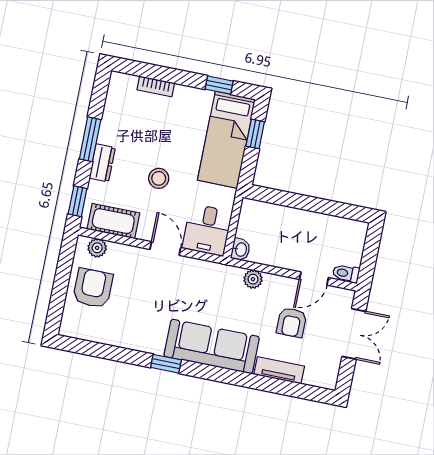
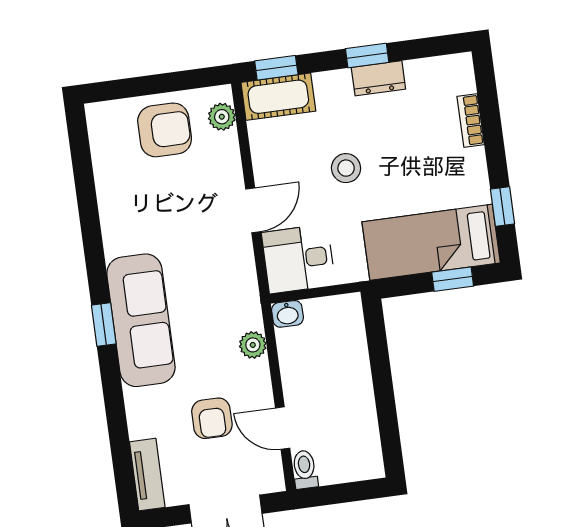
window: (90, 139) -> (367, 56), width x0.67
dresser: (102, 163) -> (378, 78), moved
cot: (113, 221) -> (278, 97), moved, turned 90
armchair: (292, 322) -> (212, 418), turned -90
window: (166, 364) -> (104, 325), moved
tv unit: (279, 370) -> (147, 475), moved

